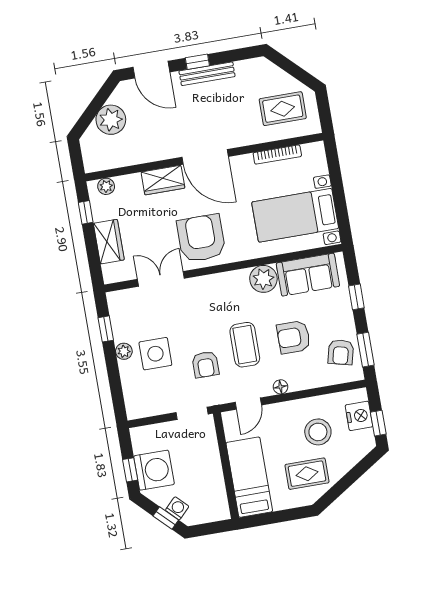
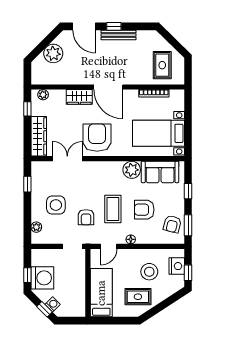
rug: (283, 109) -> (162, 65), turned 90
wardrobe: (109, 242) -> (39, 136), width x1.50
plant: (124, 351) -> (36, 227), moved

